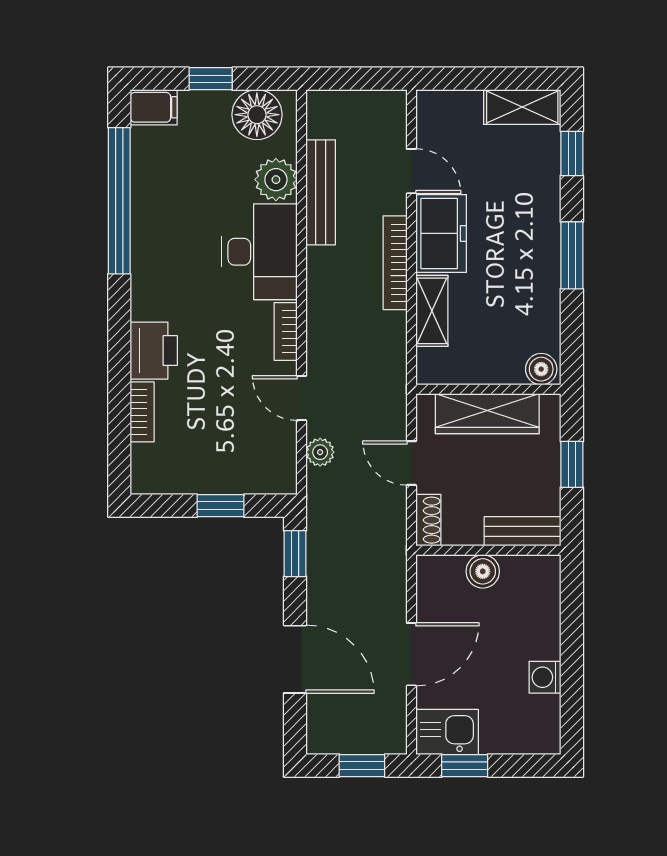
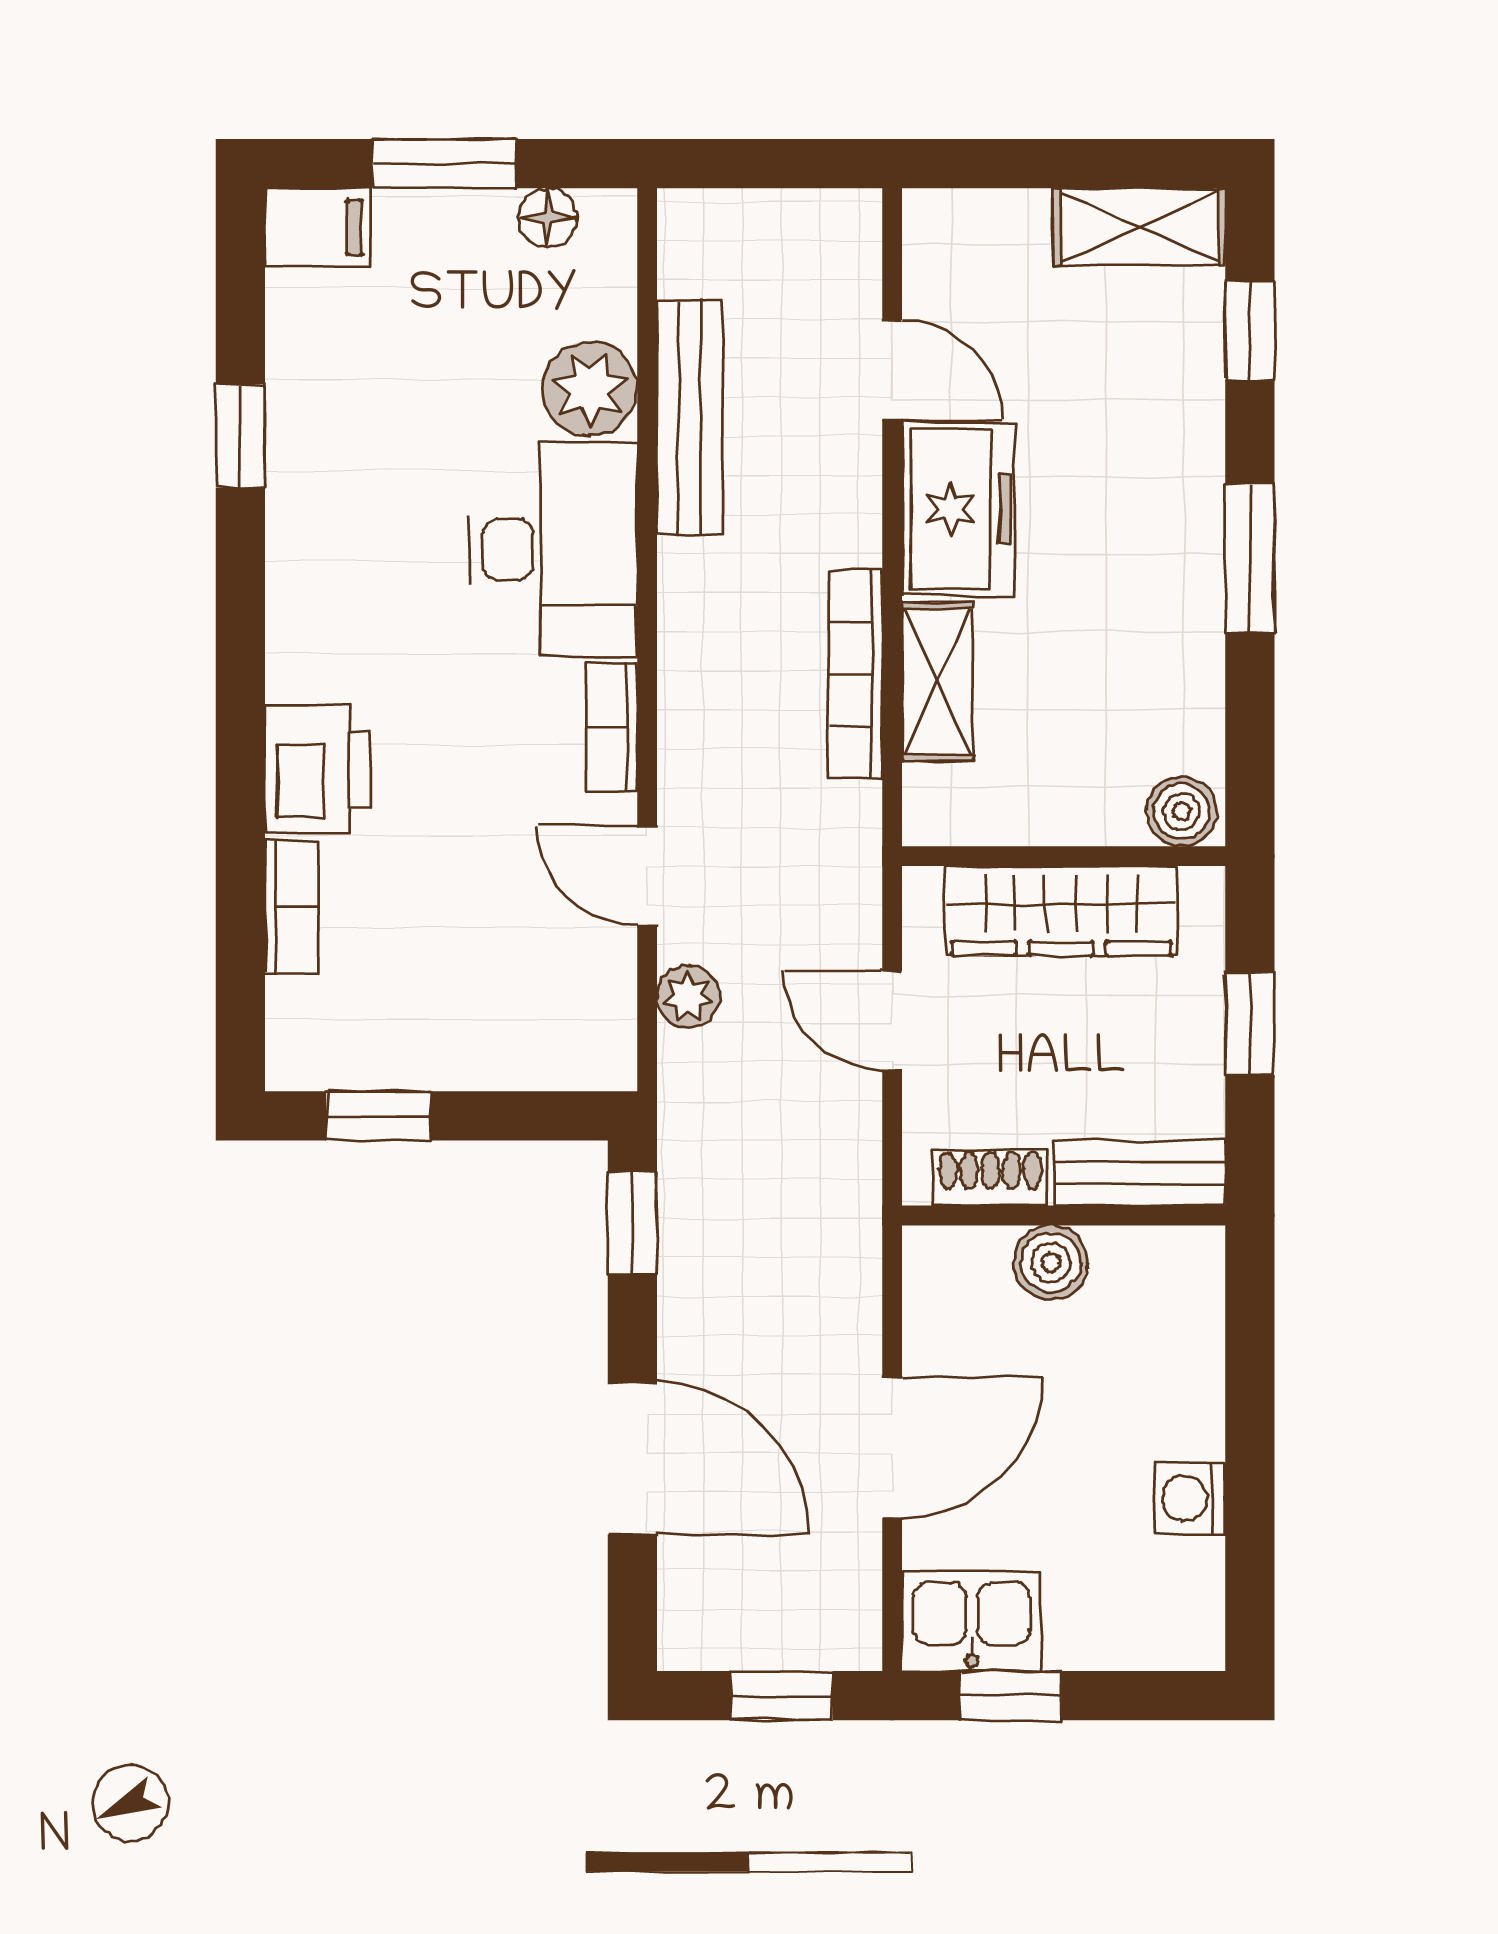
window: (211, 79) -> (444, 164), width x1.50
floor lamp: (257, 115) -> (548, 218), width x0.53, depth x0.53
window: (119, 201) -> (240, 436), width x0.32
bookcase: (395, 263) -> (856, 674), moved
window: (220, 506) -> (378, 1116), moved
shoe rack: (428, 520) -> (990, 1178), moved, turned -90

